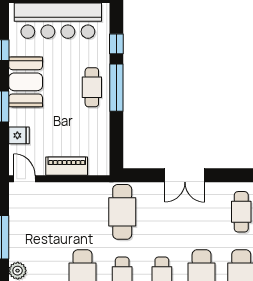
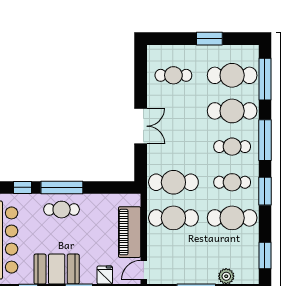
piano: (67, 166) -> (130, 232), width x1.37, depth x1.33
cafe table: (82, 212) -> (173, 218), added

